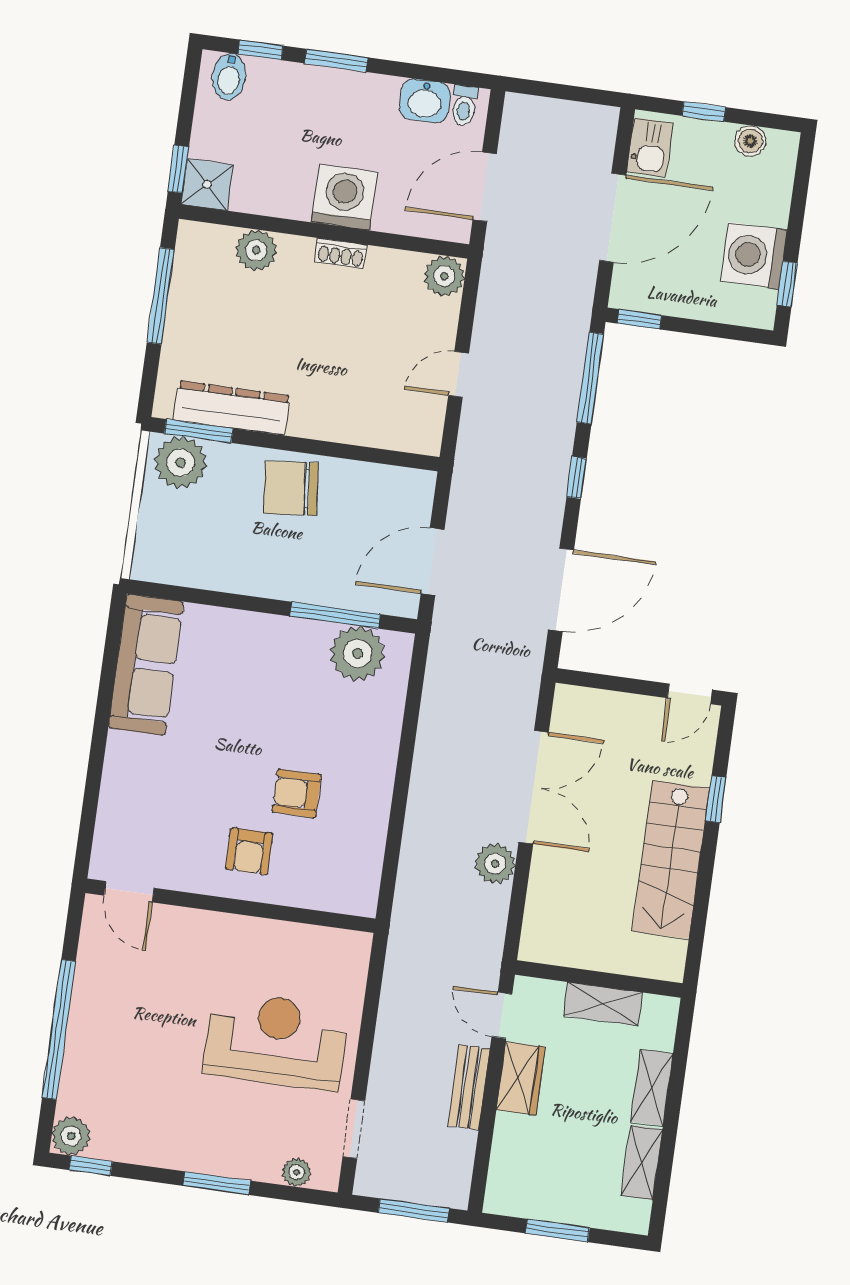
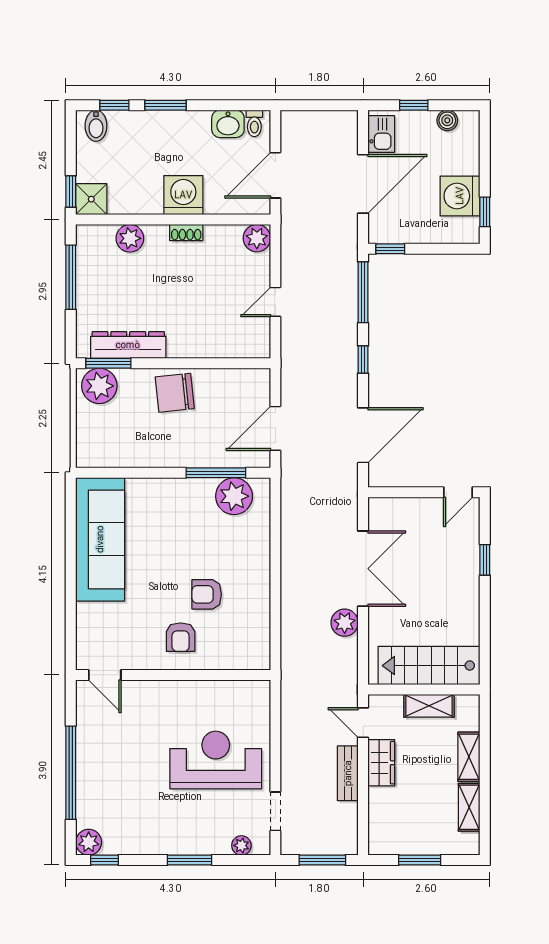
sofa: (146, 665) -> (100, 539), width x1.36, depth x1.27
stairs: (671, 860) -> (429, 666), moved, turned 90

